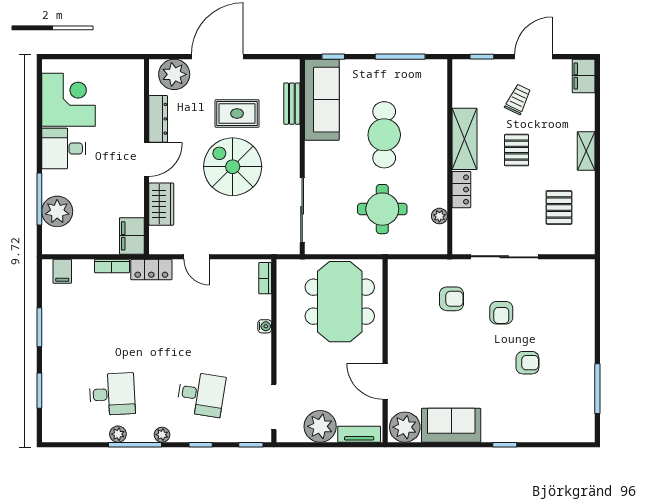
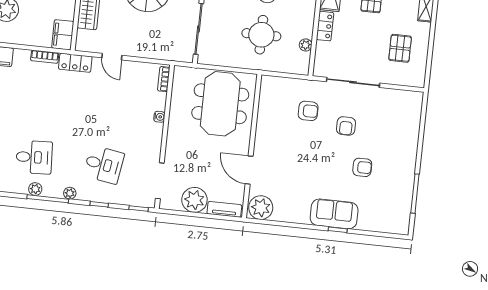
sofa: (451, 425) -> (334, 214), moved

